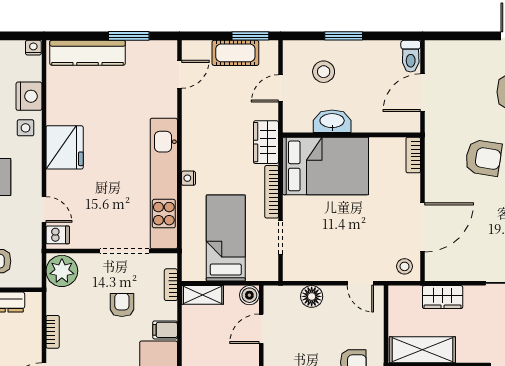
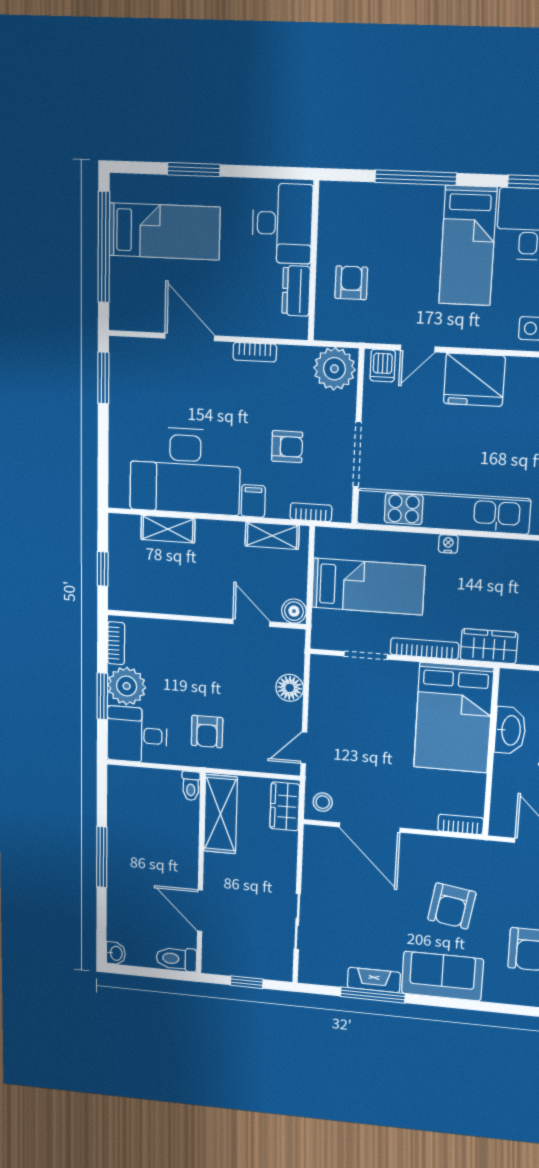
fridge: (65, 147) -> (474, 380), moved
shelving: (203, 295) -> (272, 536), moved, turned 90
wardrobe: (443, 297) -> (285, 806), moved

